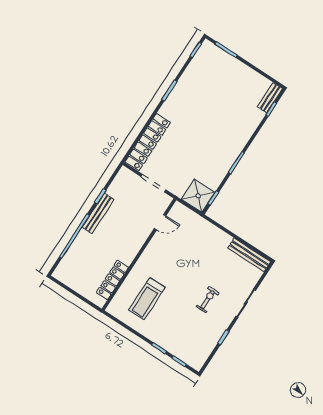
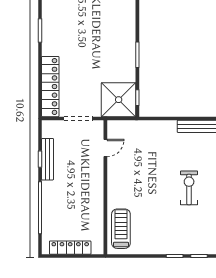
shower: (198, 196) -> (119, 100), width x1.37, depth x1.37
bench: (98, 213) -> (48, 159), moved
locker: (112, 280) -> (70, 248), moved, turned 90
treadmill: (147, 299) -> (121, 229), moved, turned 180
exercise bike: (208, 300) -> (189, 188), width x1.38, depth x1.39

